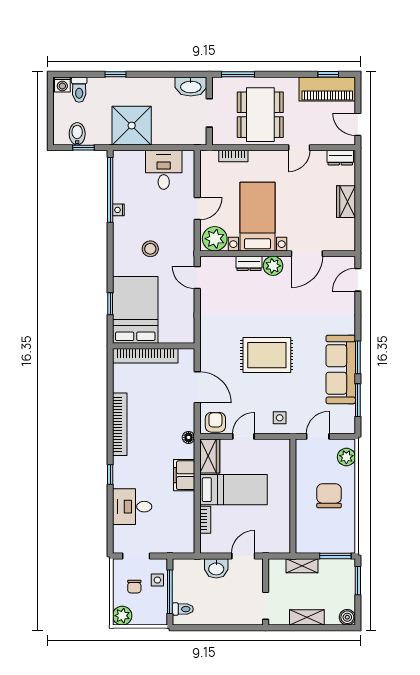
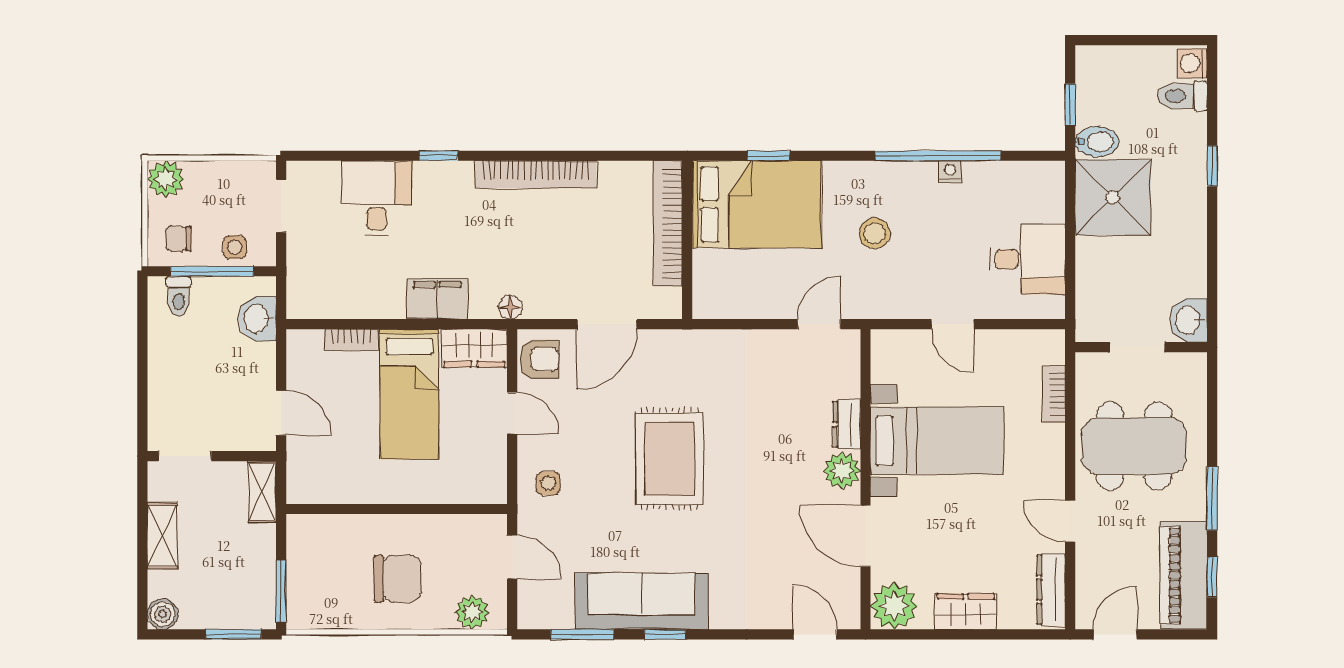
window: (238, 74) -> (1212, 498), moved
washbasin: (191, 86) -> (1189, 320), width x0.72
bidet: (77, 134) -> (1097, 142), moved
dresser: (340, 158) -> (1051, 589), width x1.44
window: (110, 190) -> (938, 156), moved
plant: (215, 239) -> (894, 606), moved
window: (358, 357) -> (665, 634), width x0.67
shelving: (302, 566) -> (262, 492), moved
washbasin: (216, 568) -> (257, 319), moved
chair: (134, 587) -> (178, 239), moved

